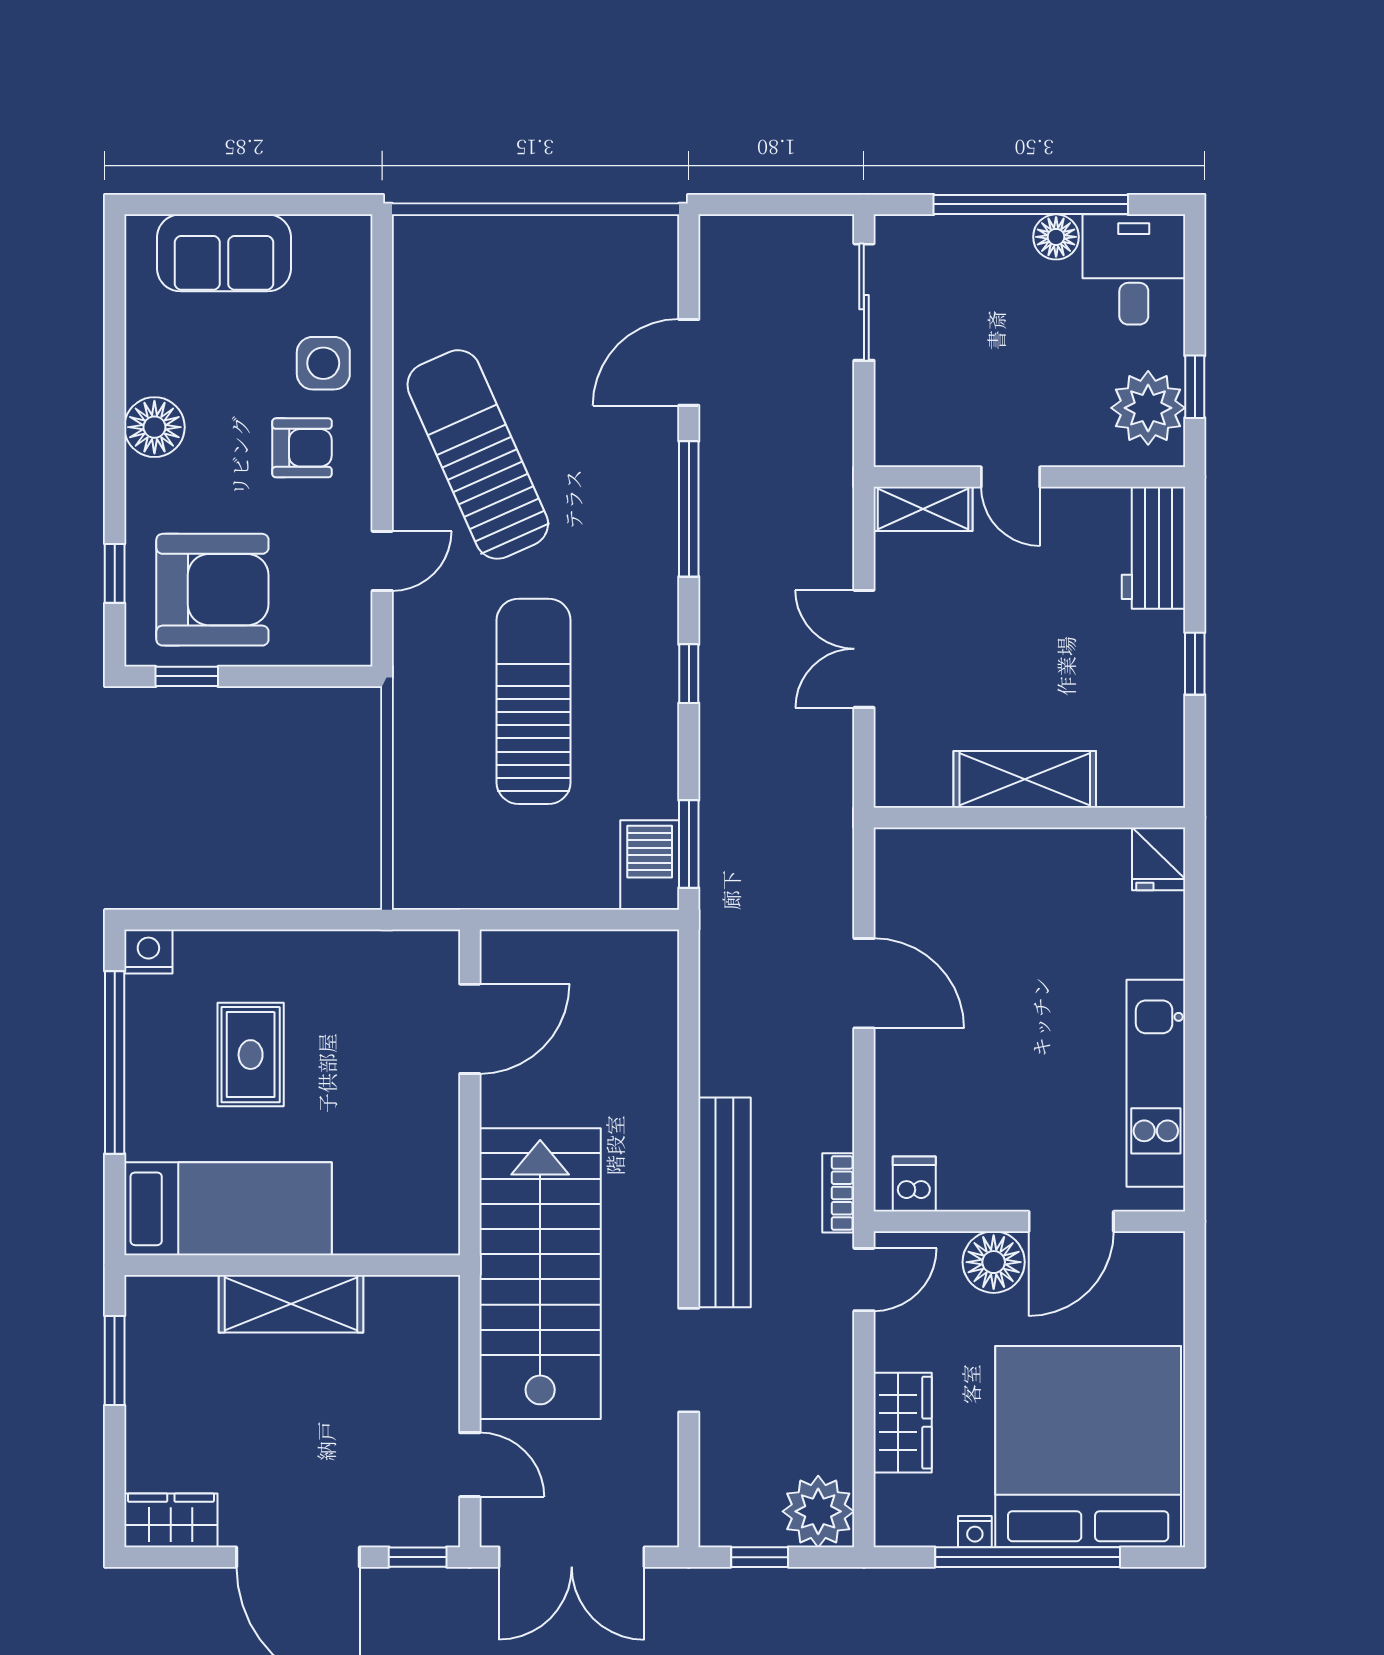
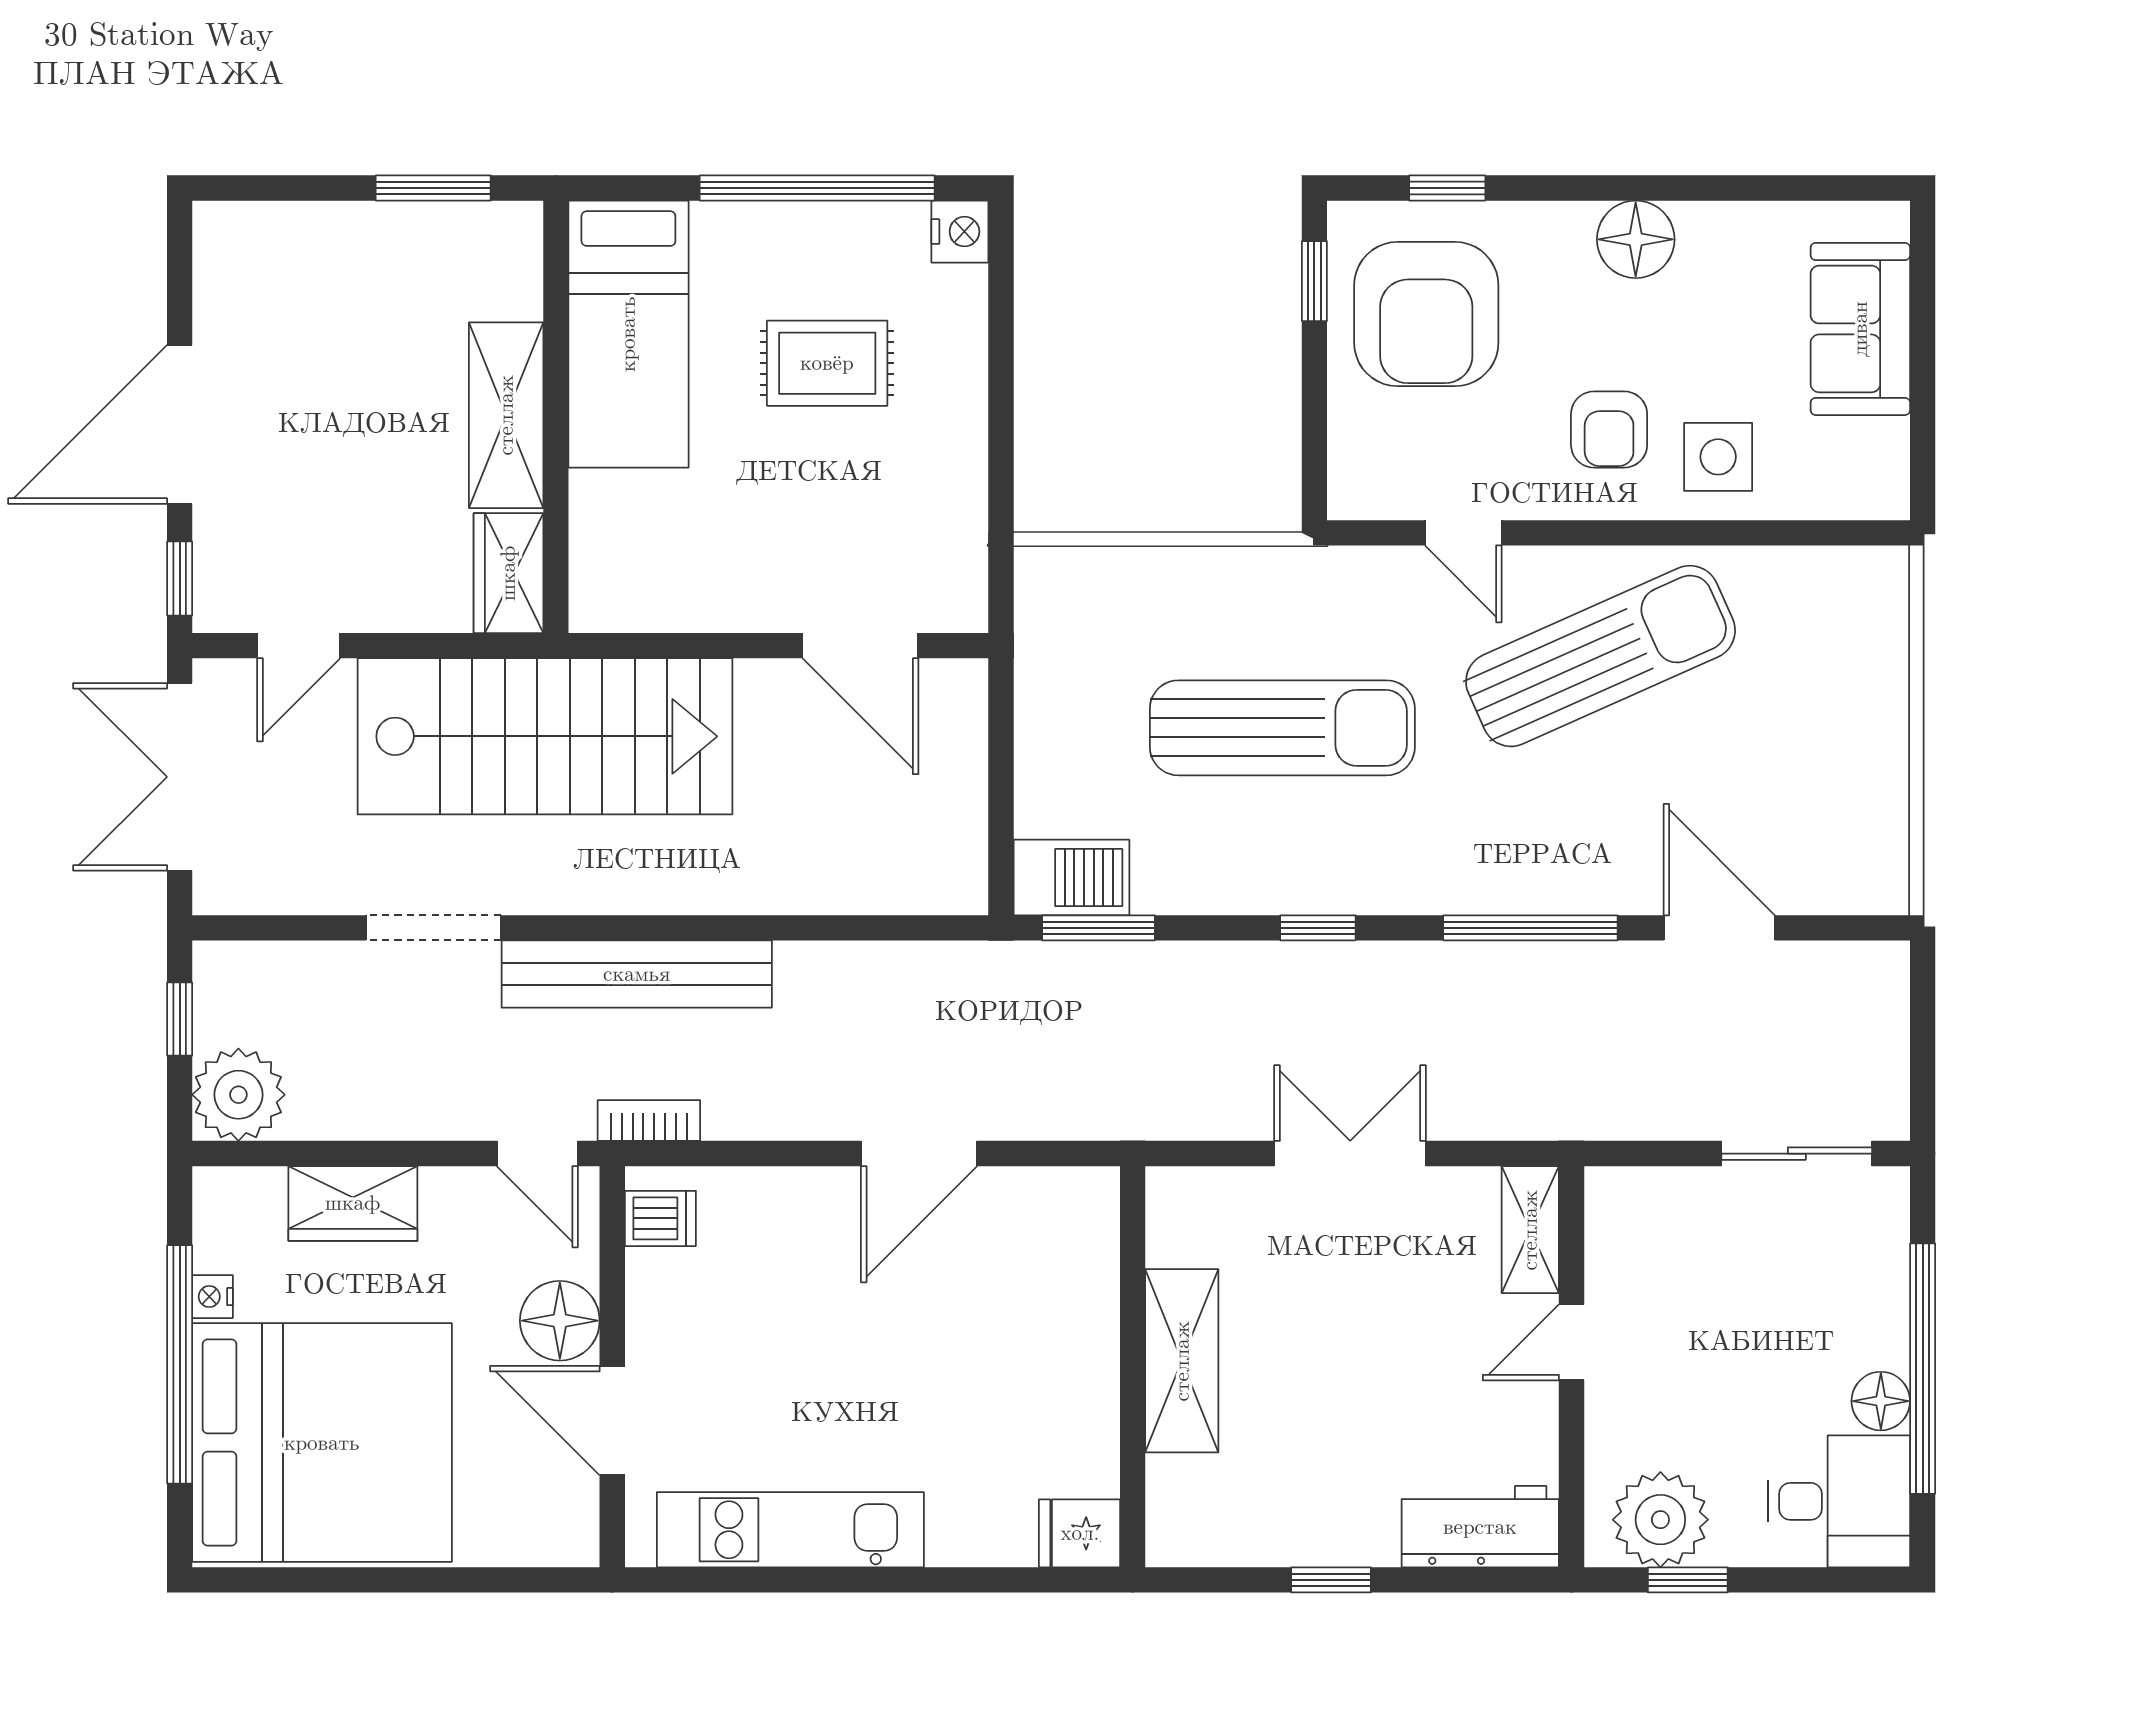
wardrobe: (171, 1520) -> (508, 573), moved, turned 180

